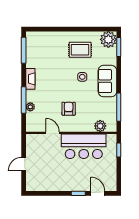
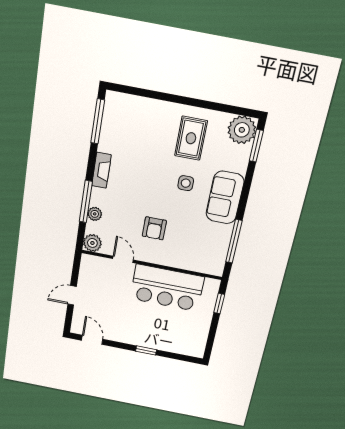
rug: (80, 50) -> (191, 138), turned 90
armchair: (69, 109) -> (154, 228), turned 180
plant: (100, 126) -> (92, 243), moved
door: (98, 193) -> (92, 340), moved

